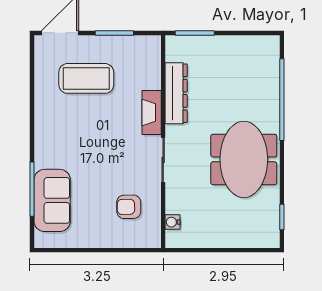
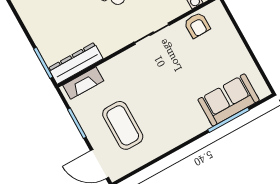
dresser: (176, 93) -> (76, 63), moved
fireplace: (152, 112) -> (83, 83), moved
armchair: (129, 207) -> (197, 25), moved

